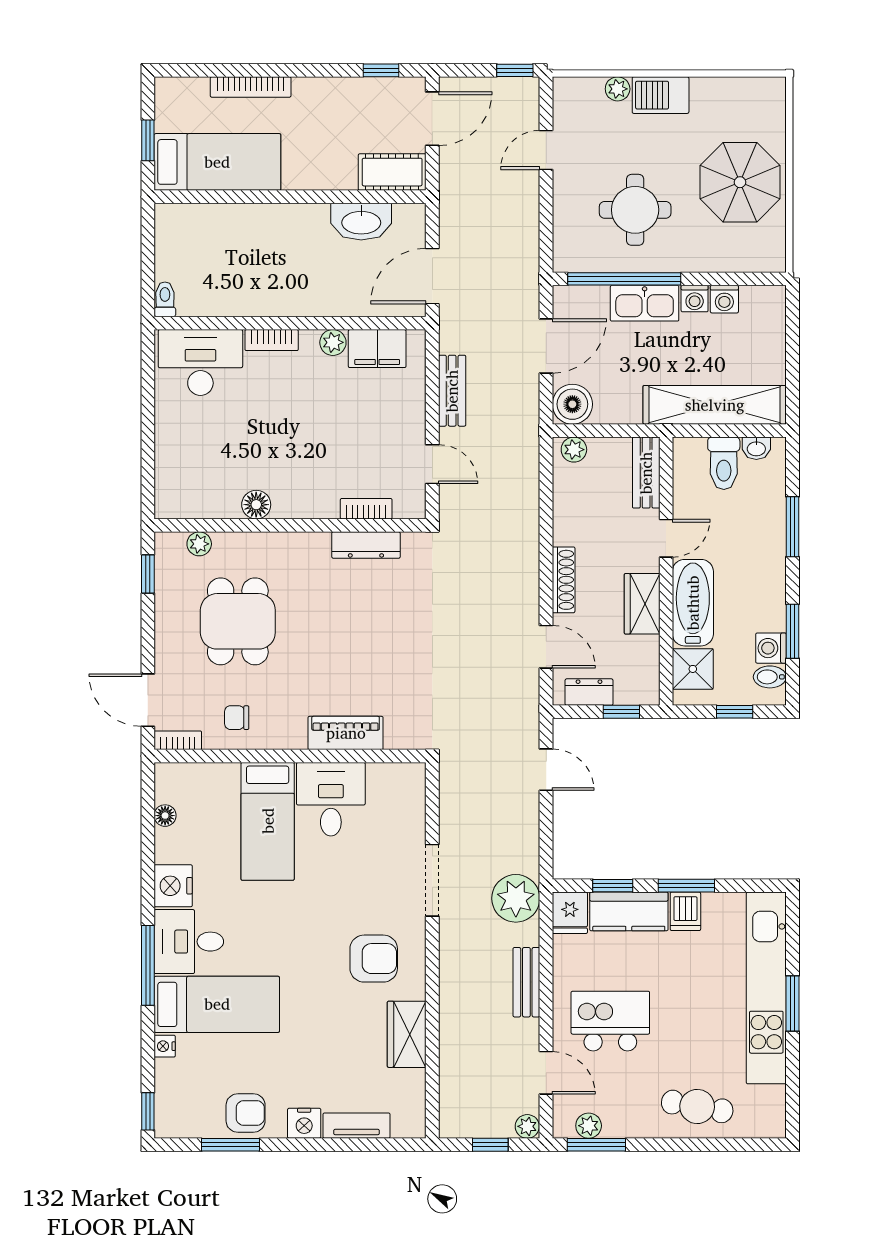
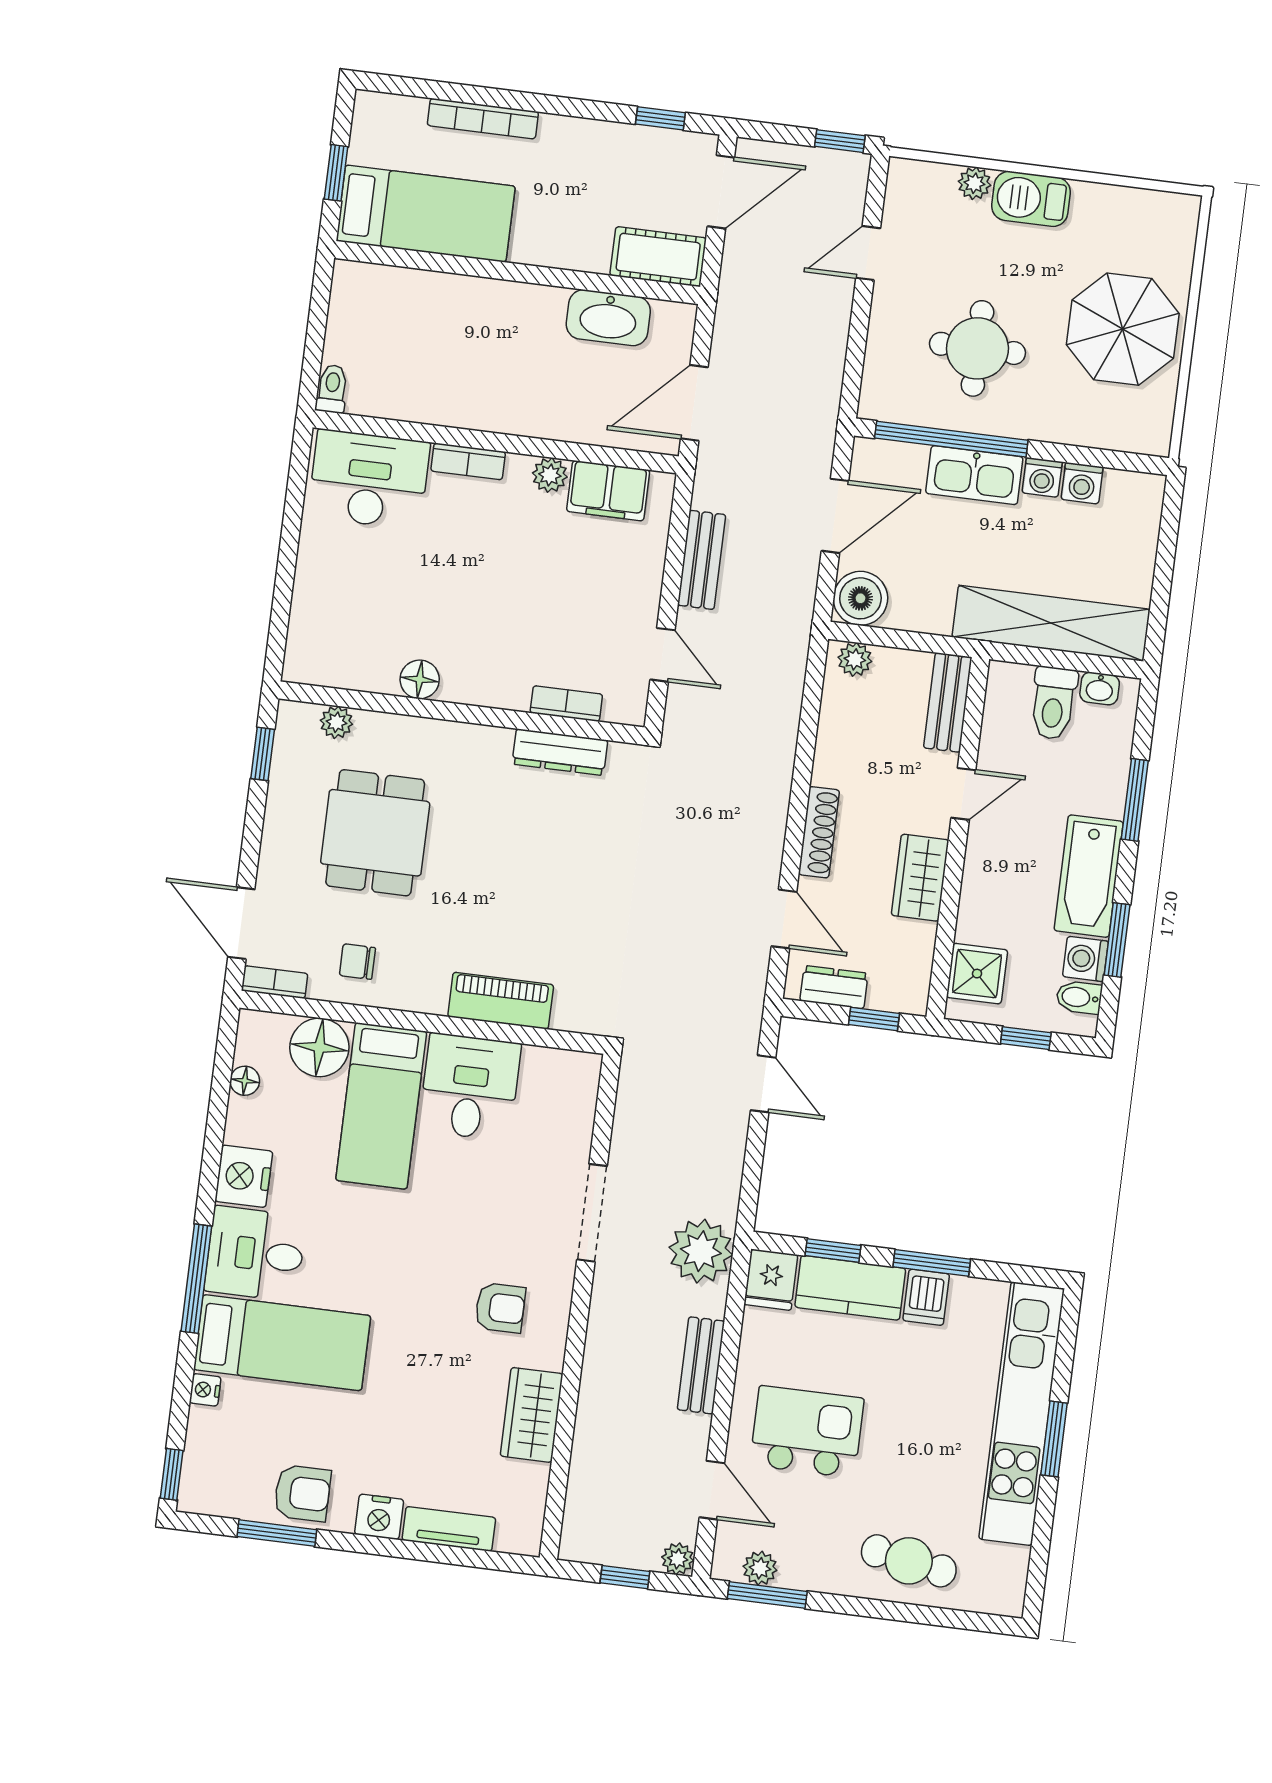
bathtub: (693, 603) -> (1089, 876), moved, turned 180
floor lamp: (217, 784) -> (319, 1047), added
armchair: (374, 959) -> (500, 1308), width x0.72, depth x0.72

